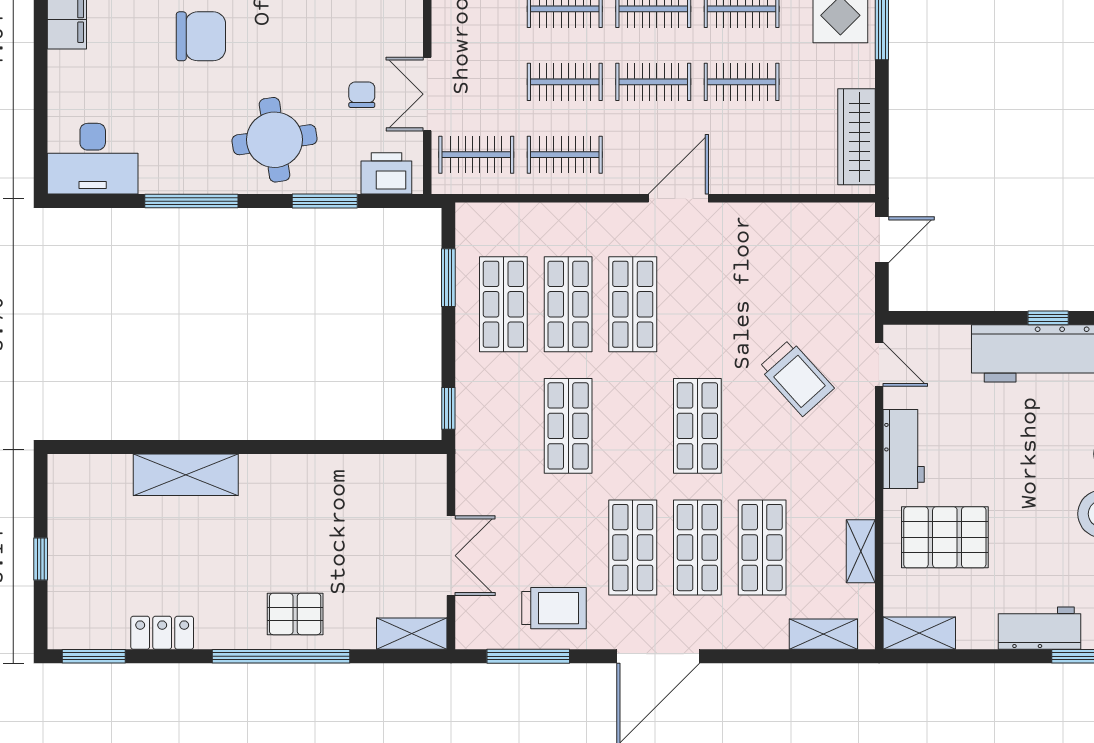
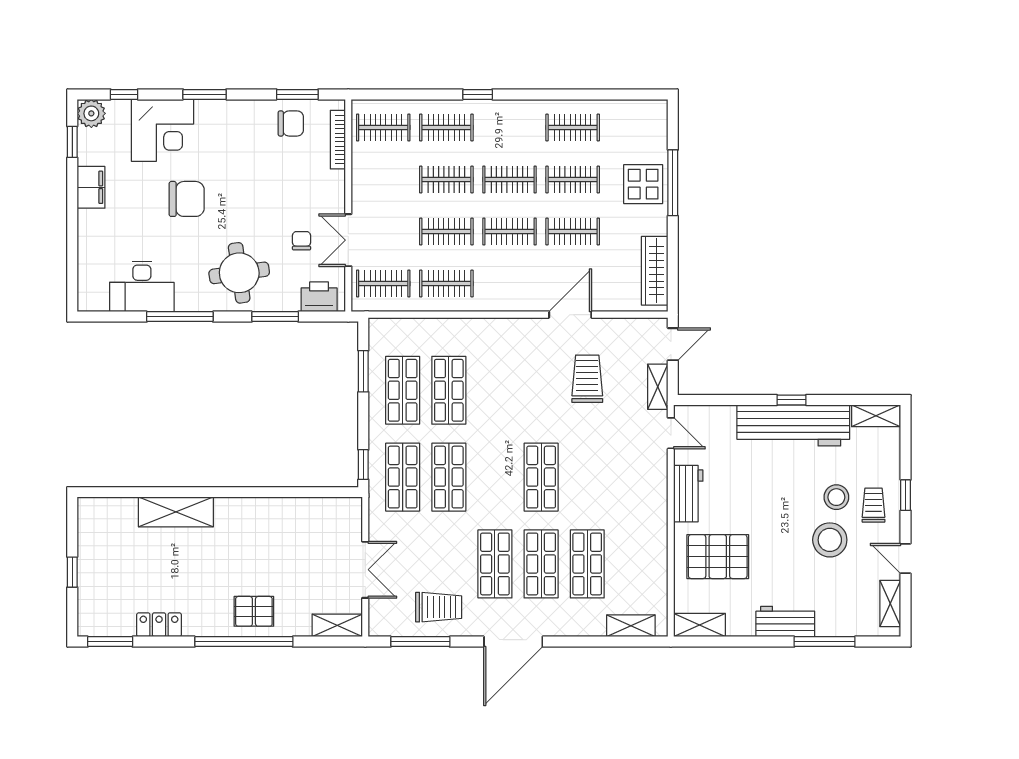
desk: (93, 159) -> (142, 286), moved
door: (678, 198) -> (570, 315), moved
shop shelf: (633, 304) -> (403, 477), moved
trolley: (796, 378) -> (587, 379), moved, turned -138
shelving: (861, 551) -> (658, 387), moved

